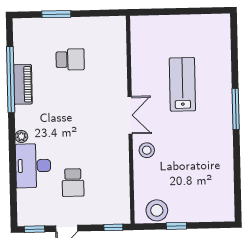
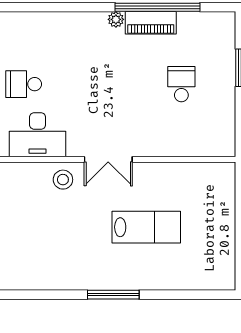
school desk: (70, 59) -> (181, 84), turned 180
plant: (21, 136) -> (116, 19), moved
desk: (33, 166) -> (38, 135), moved, turned 180

